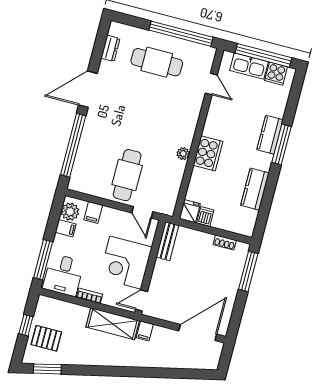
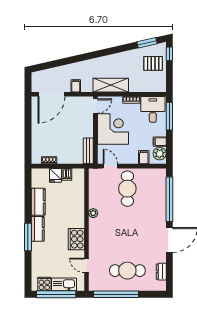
kitchen counter: (270, 135) -> (38, 229), moved
cooker: (208, 153) -> (76, 239), moved
fridge: (190, 211) -> (55, 175), moved
window: (248, 271) -> (28, 145), removed
window: (26, 325) -> (169, 54), moved
filing cabinet: (145, 331) -> (76, 86), moved

